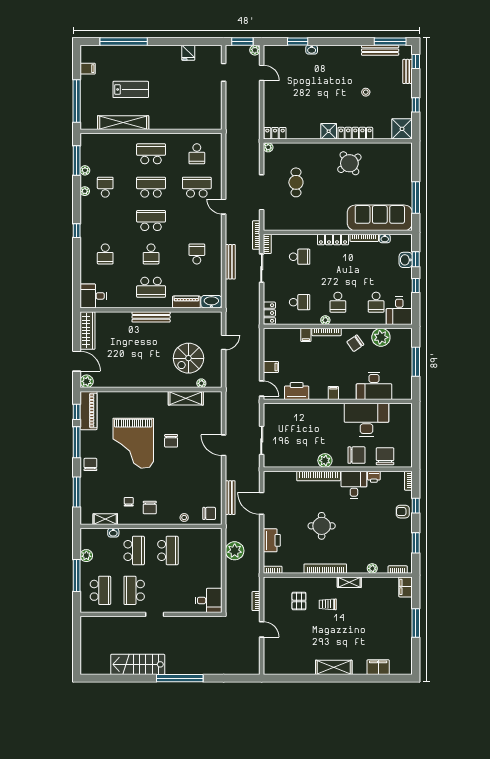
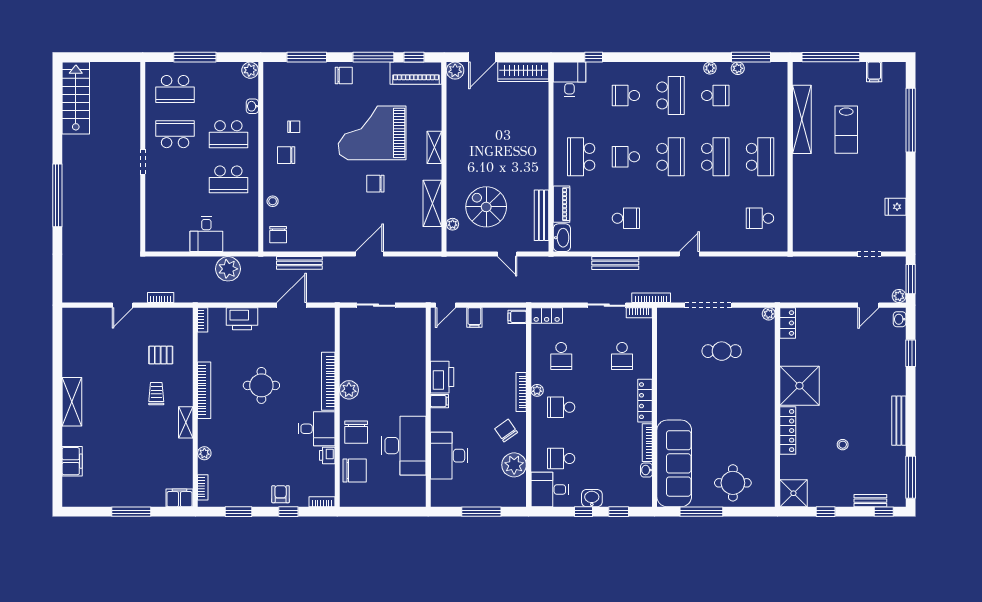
washbasin: (312, 50) -> (900, 319), moved
bench: (380, 50) -> (899, 421), moved
shower: (329, 131) -> (799, 386), width x1.86, depth x1.86
round table: (349, 163) -> (733, 483), moved, turned 36
school desk: (197, 187) -> (671, 95), moved
window: (77, 231) -> (594, 57), moved
washbasin: (406, 260) -> (592, 498), moved
bench: (151, 317) -> (541, 215), moved
filing cabinet: (306, 335) -> (517, 317), moved
printer: (297, 391) -> (442, 377), moved
shelving: (105, 519) -> (434, 147), moved
plant: (86, 556) -> (250, 70), moved
desk: (209, 600) -> (206, 234), moved
stairs: (138, 664) -> (76, 98), moved

